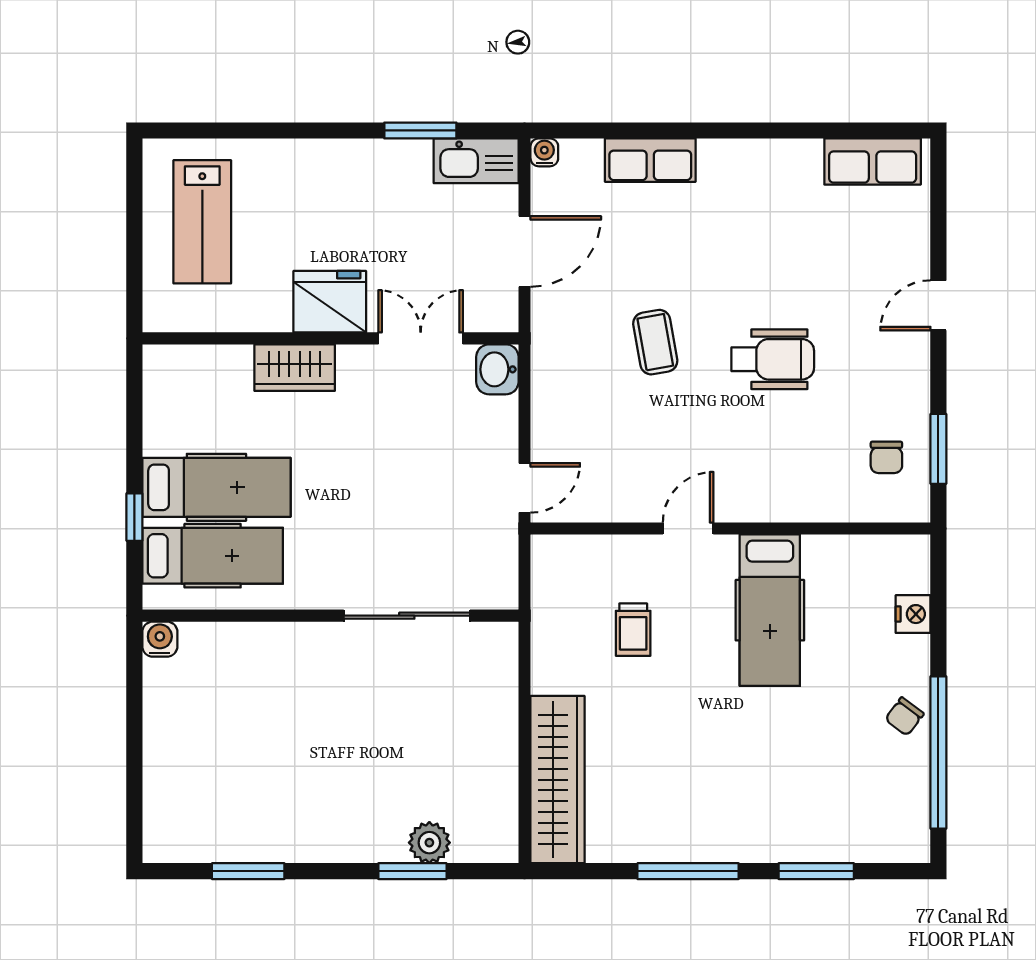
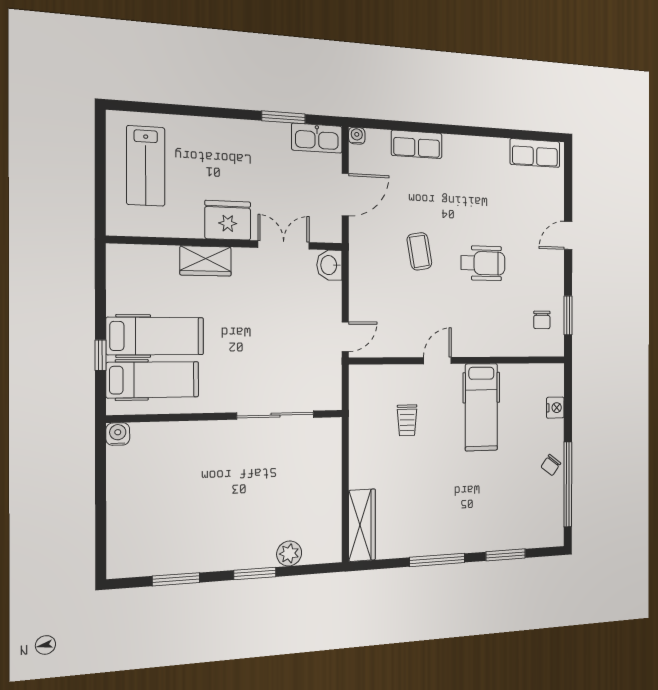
wardrobe: (557, 780) -> (362, 525), width x0.71, depth x0.85
window: (412, 871) -> (255, 573), moved

